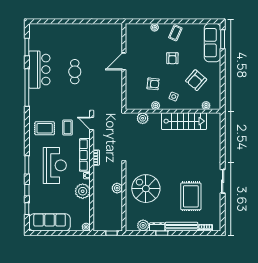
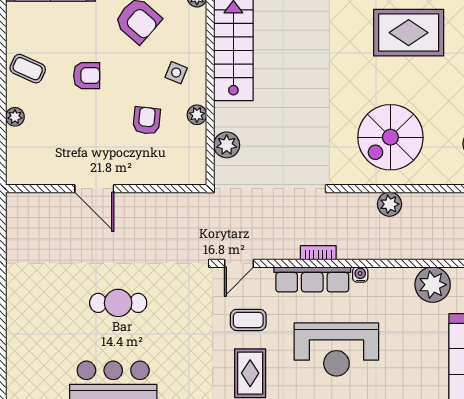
reception desk: (55, 165) -> (336, 350), turned 180
plant: (83, 191) -> (433, 285), moved

